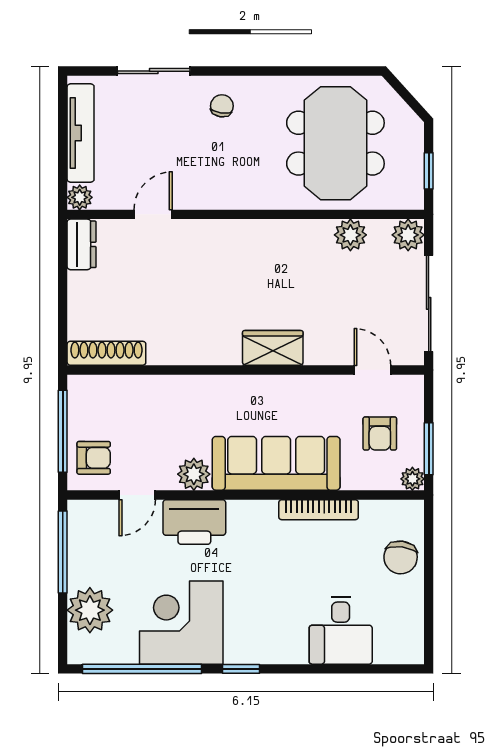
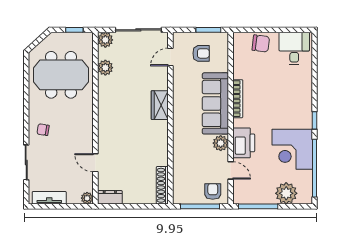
tv unit: (81, 133) -> (49, 198), width x0.71
plant: (412, 479) -> (223, 38), removed
bookcase: (319, 510) -> (238, 99), moved
desk: (341, 630) -> (294, 48), moved, turned -90

